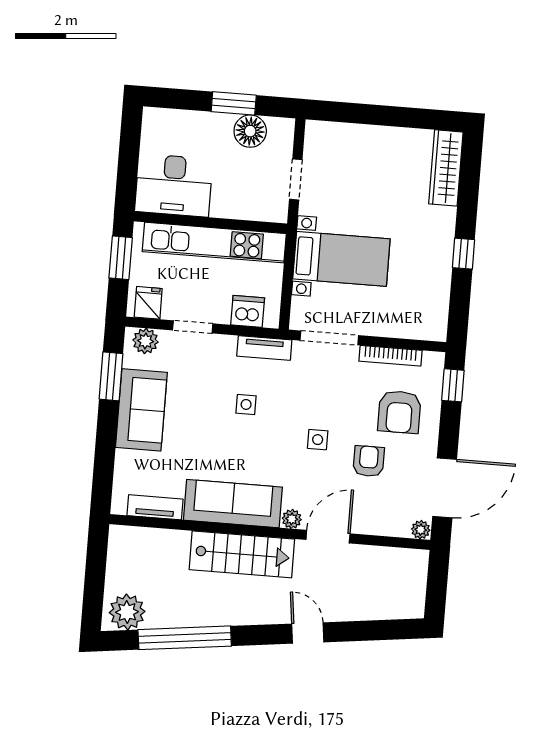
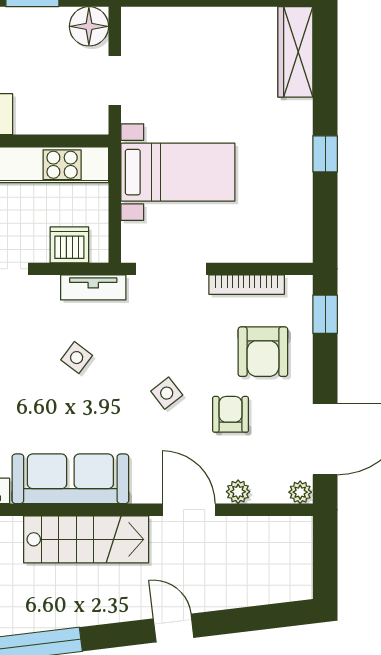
floor lamp: (250, 131) -> (89, 26), moved
side table: (246, 404) -> (77, 358), turned 37
side table: (318, 440) -> (167, 393), turned -38
plant: (292, 519) -> (238, 492), moved
door: (328, 537) -> (189, 510), hinge flipped

